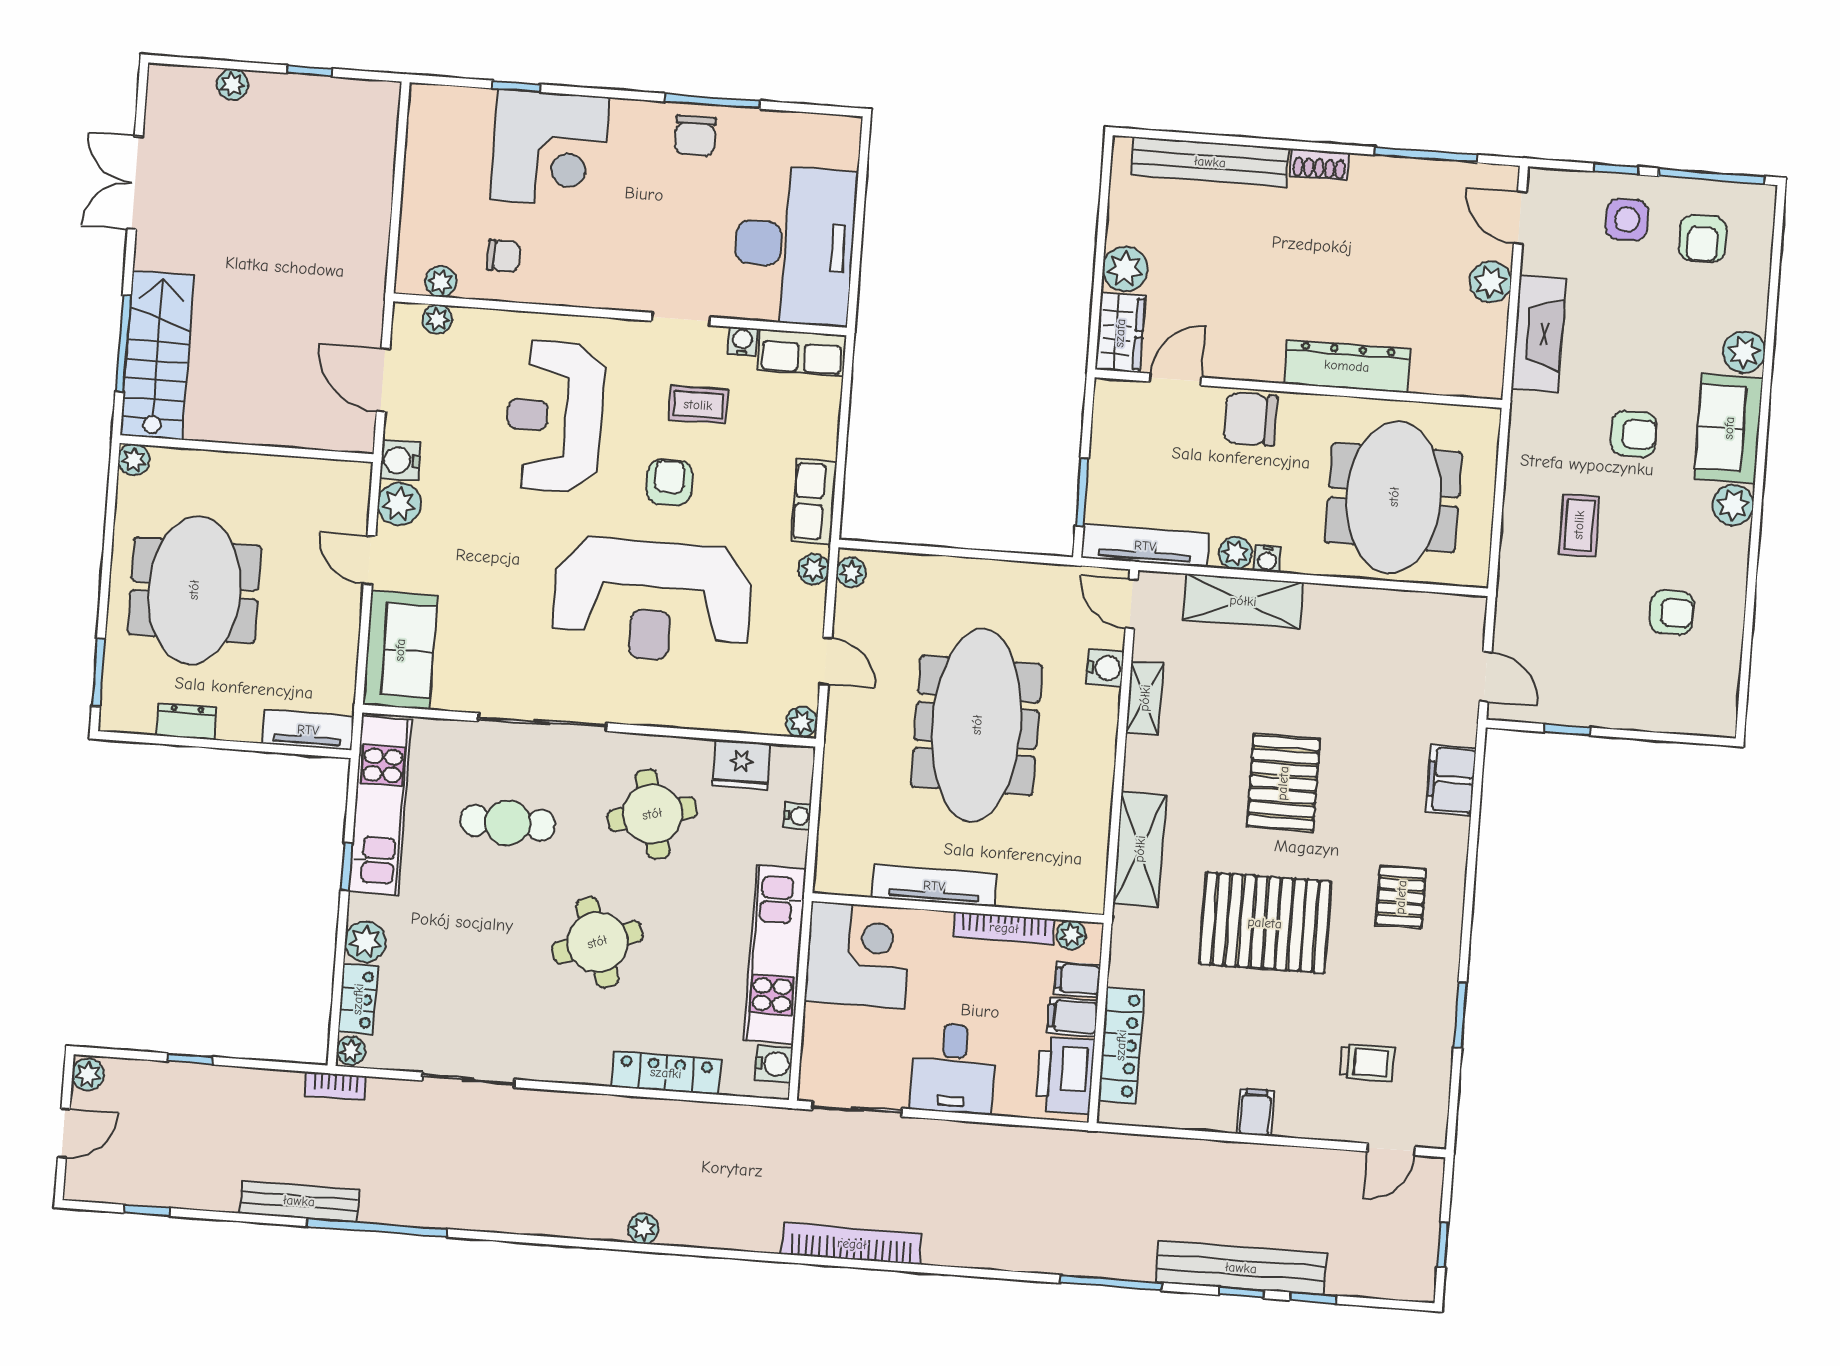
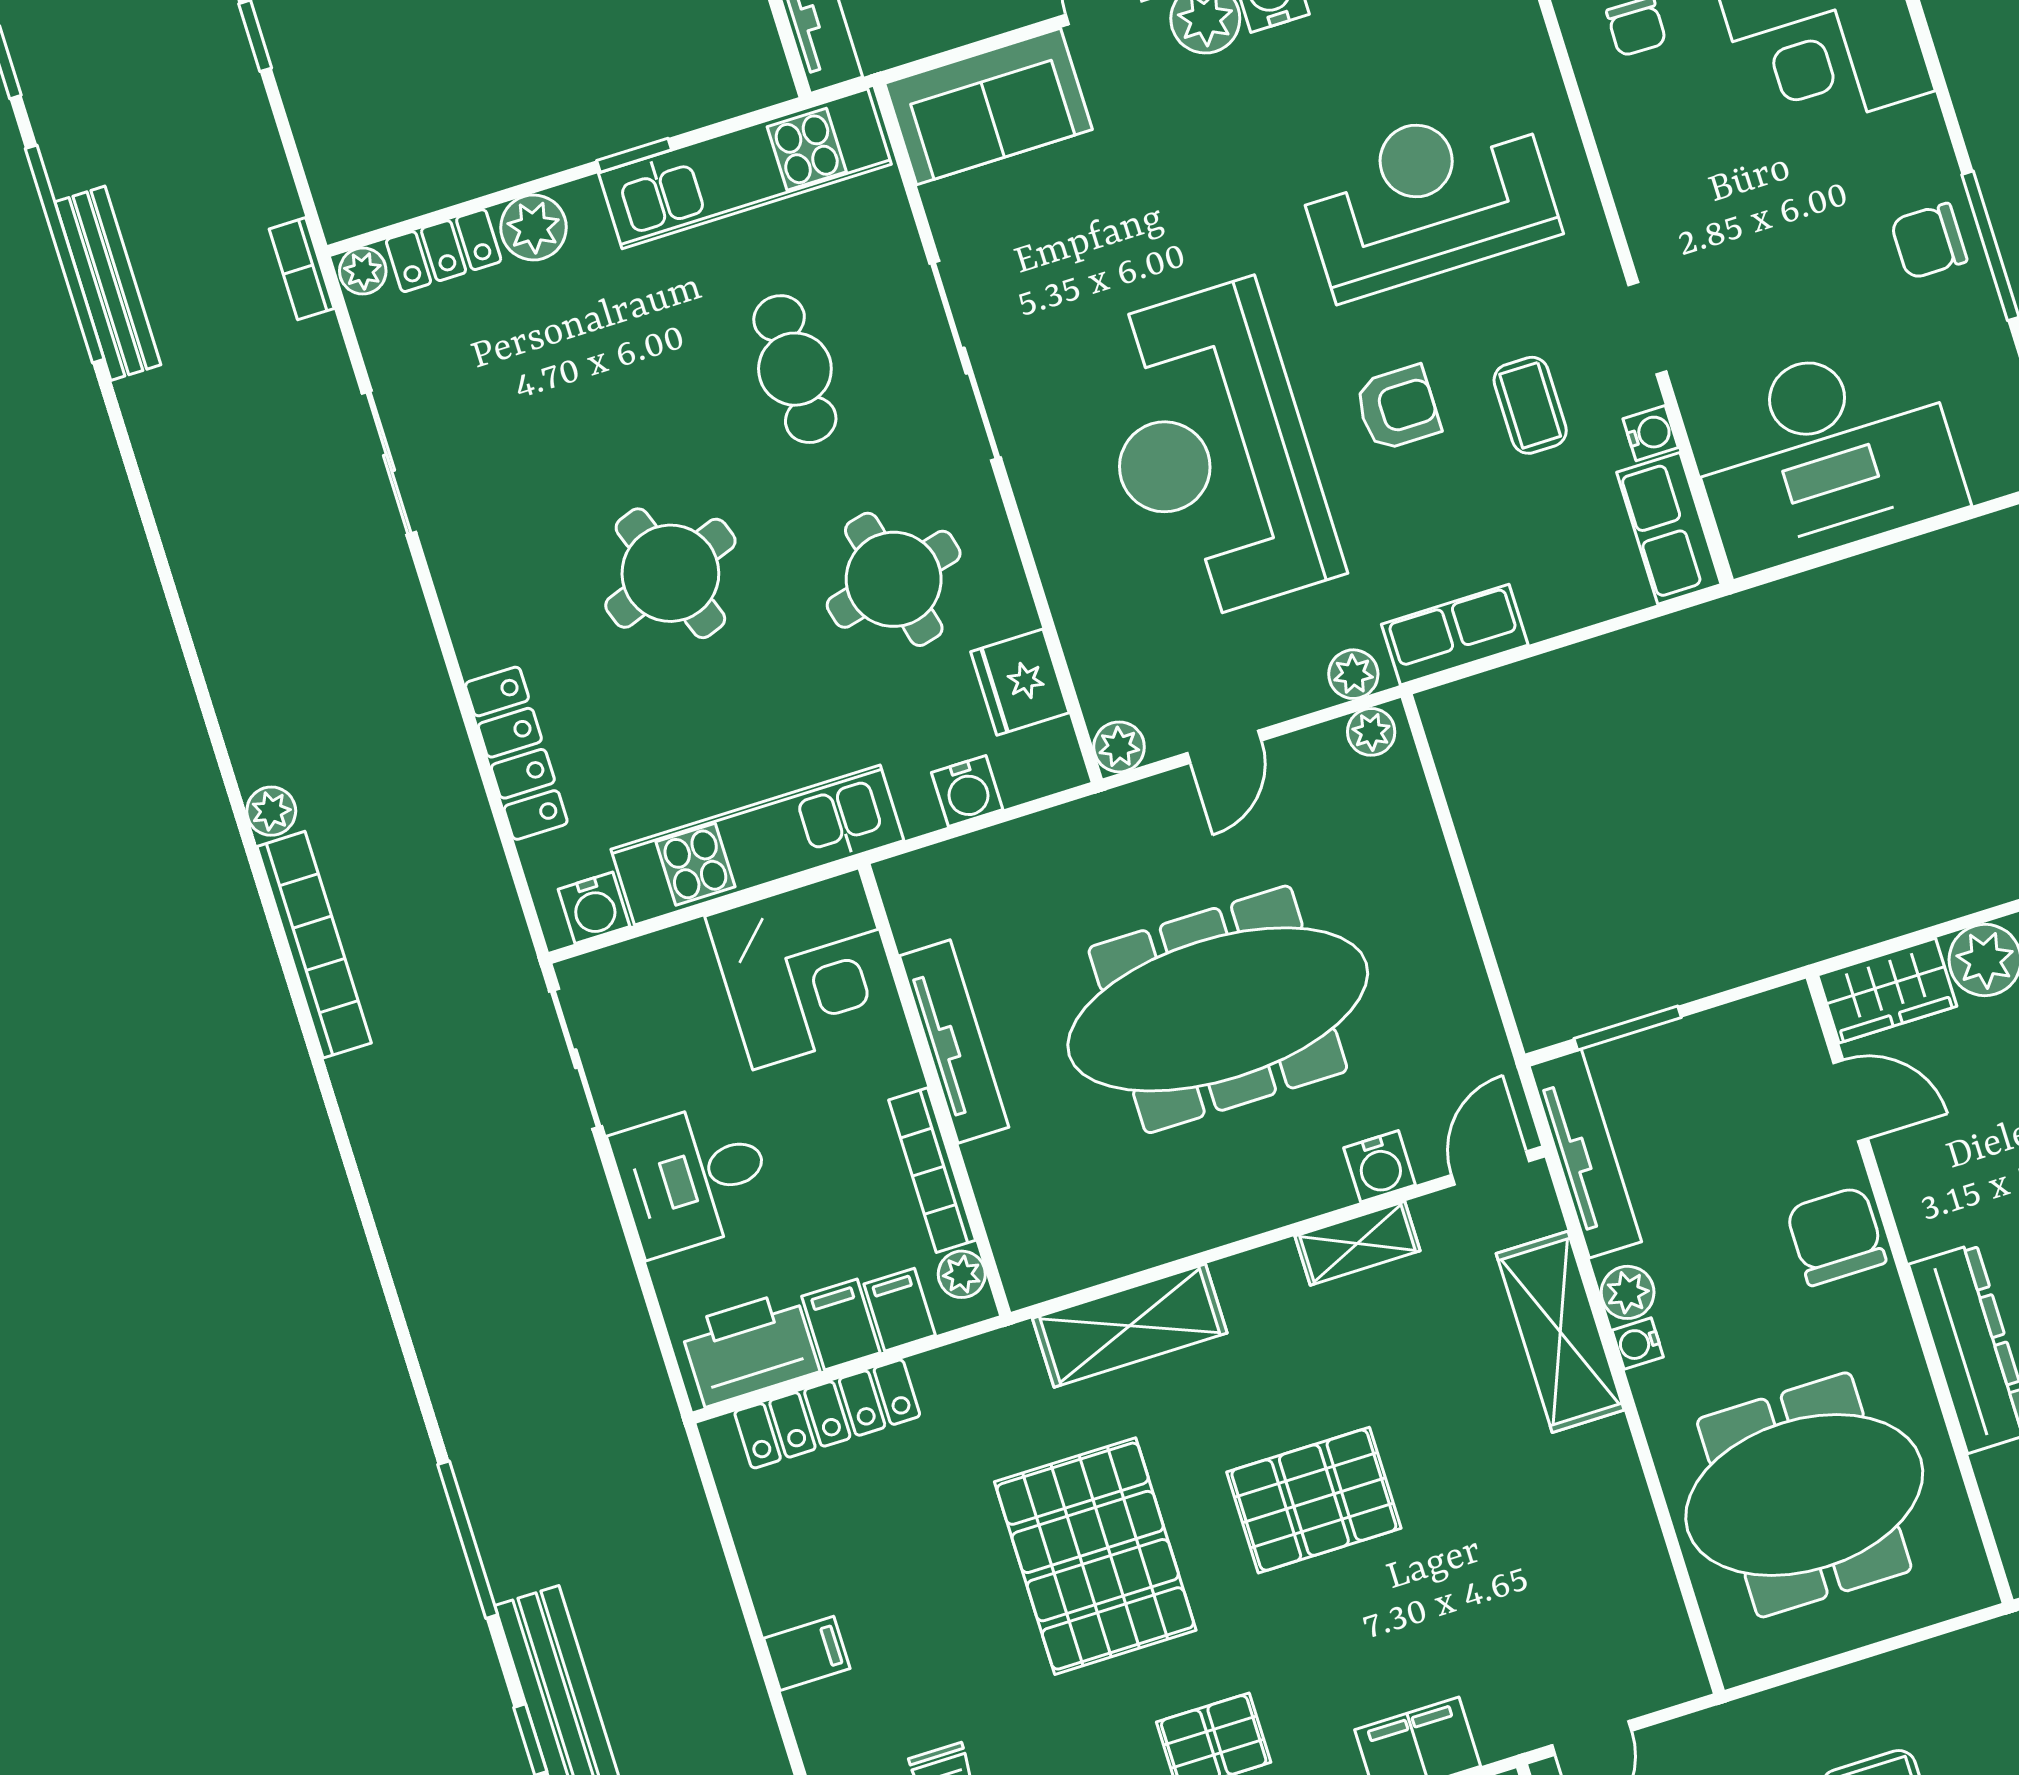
water cooler: (797, 816) -> (967, 791), width x1.38, depth x1.38
window: (377, 1228) -> (65, 254), moved
bookcase: (852, 1244) -> (314, 945), moved

